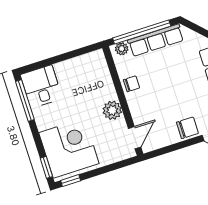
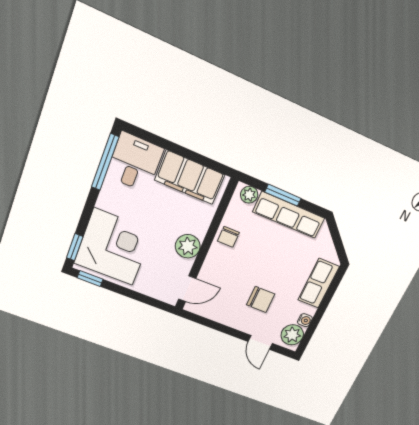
window: (142, 32) -> (283, 195), width x0.47
filing cabinet: (79, 68) -> (190, 177), added
chair: (131, 84) -> (228, 237), turned 90
chair: (187, 128) -> (261, 299), moved

